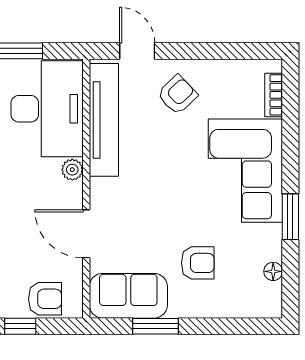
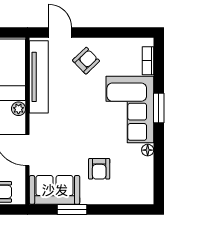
window: (290, 217) -> (159, 108), moved
armchair: (198, 263) -> (99, 169), turned 90
floor lamp: (273, 271) -> (148, 150), moved

